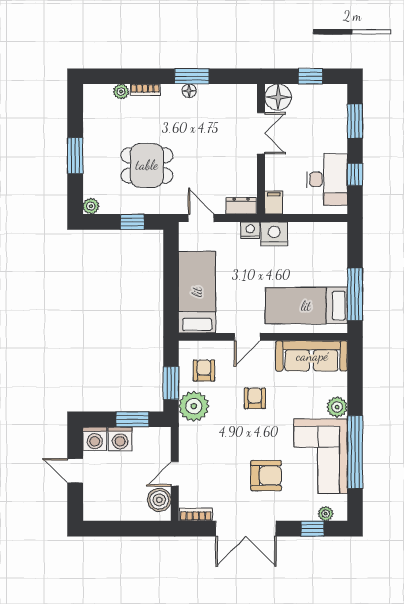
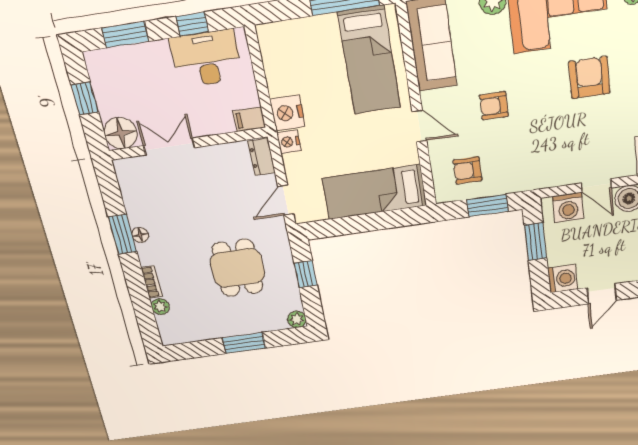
plant: (194, 406) -> (512, 176), removed
washing machine: (120, 439) -> (568, 207), moved, turned 90

